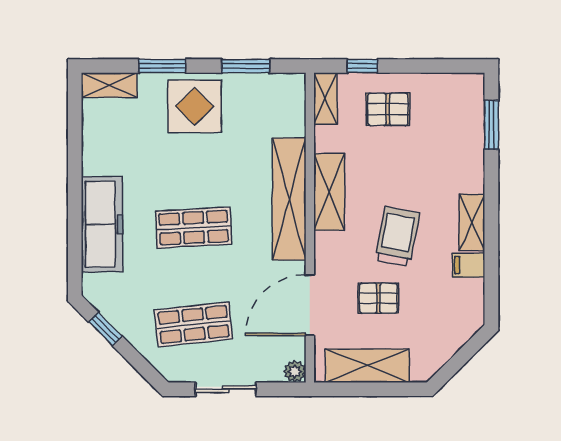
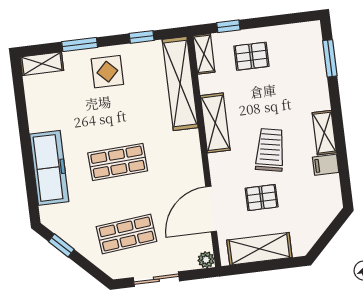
window: (246, 66) -> (142, 37), width x0.67
display table: (195, 106) -> (107, 72), width x0.73, depth x0.73
shelving: (289, 199) -> (180, 84), moved

